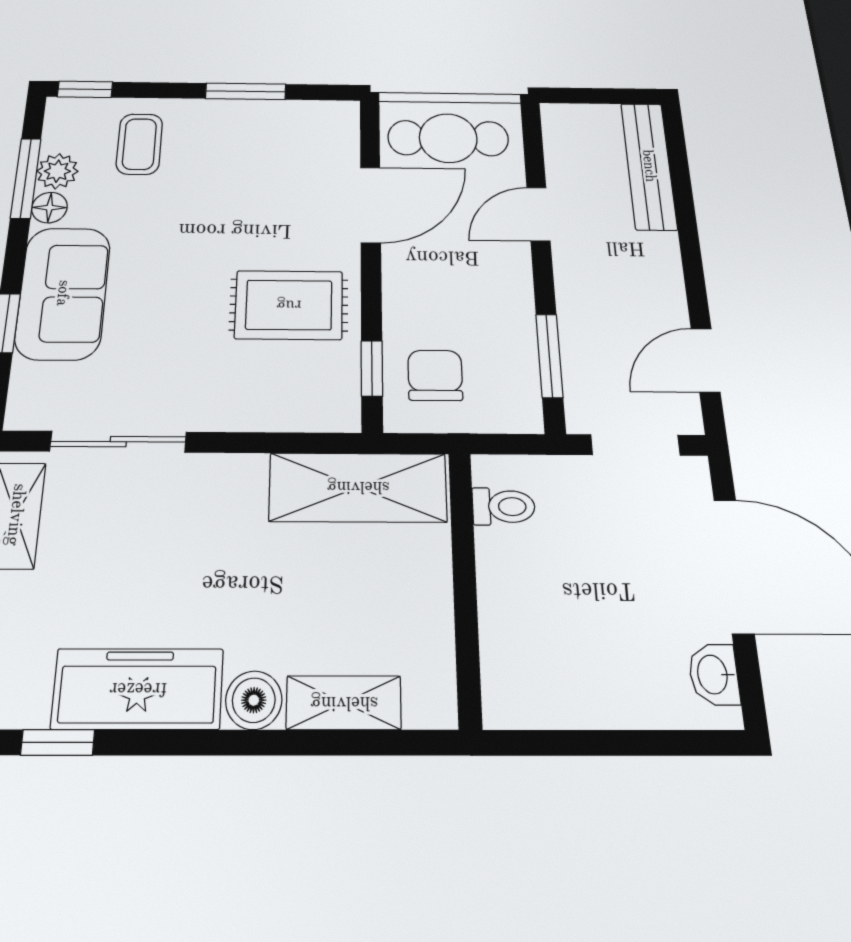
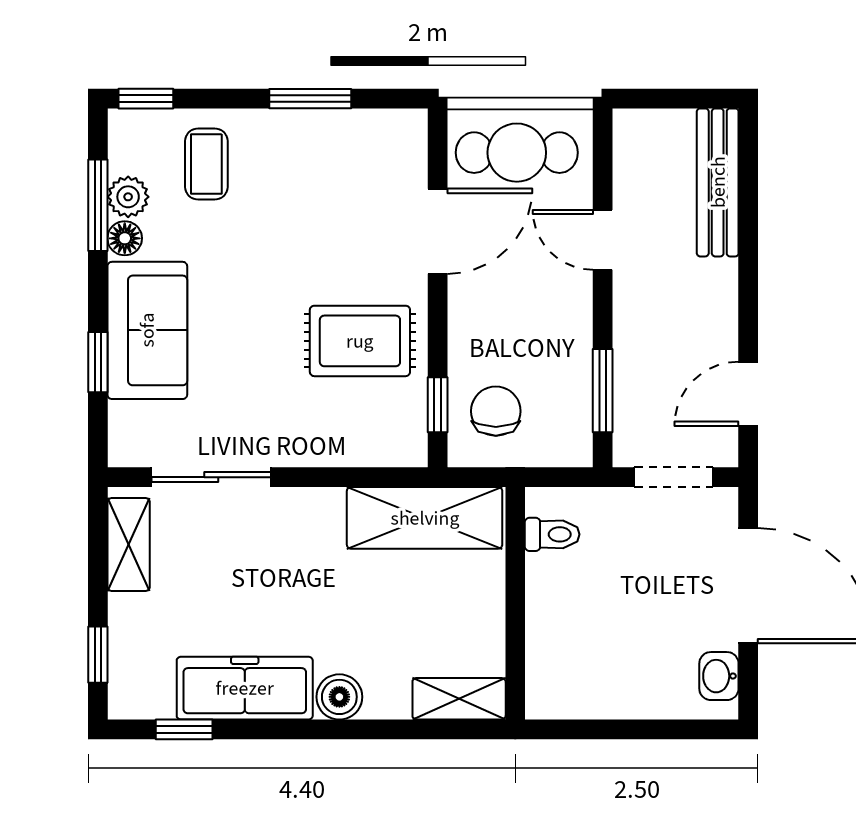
door: (538, 214) -> (603, 240), hinge flipped
shelving: (344, 703) -> (459, 699), moved

